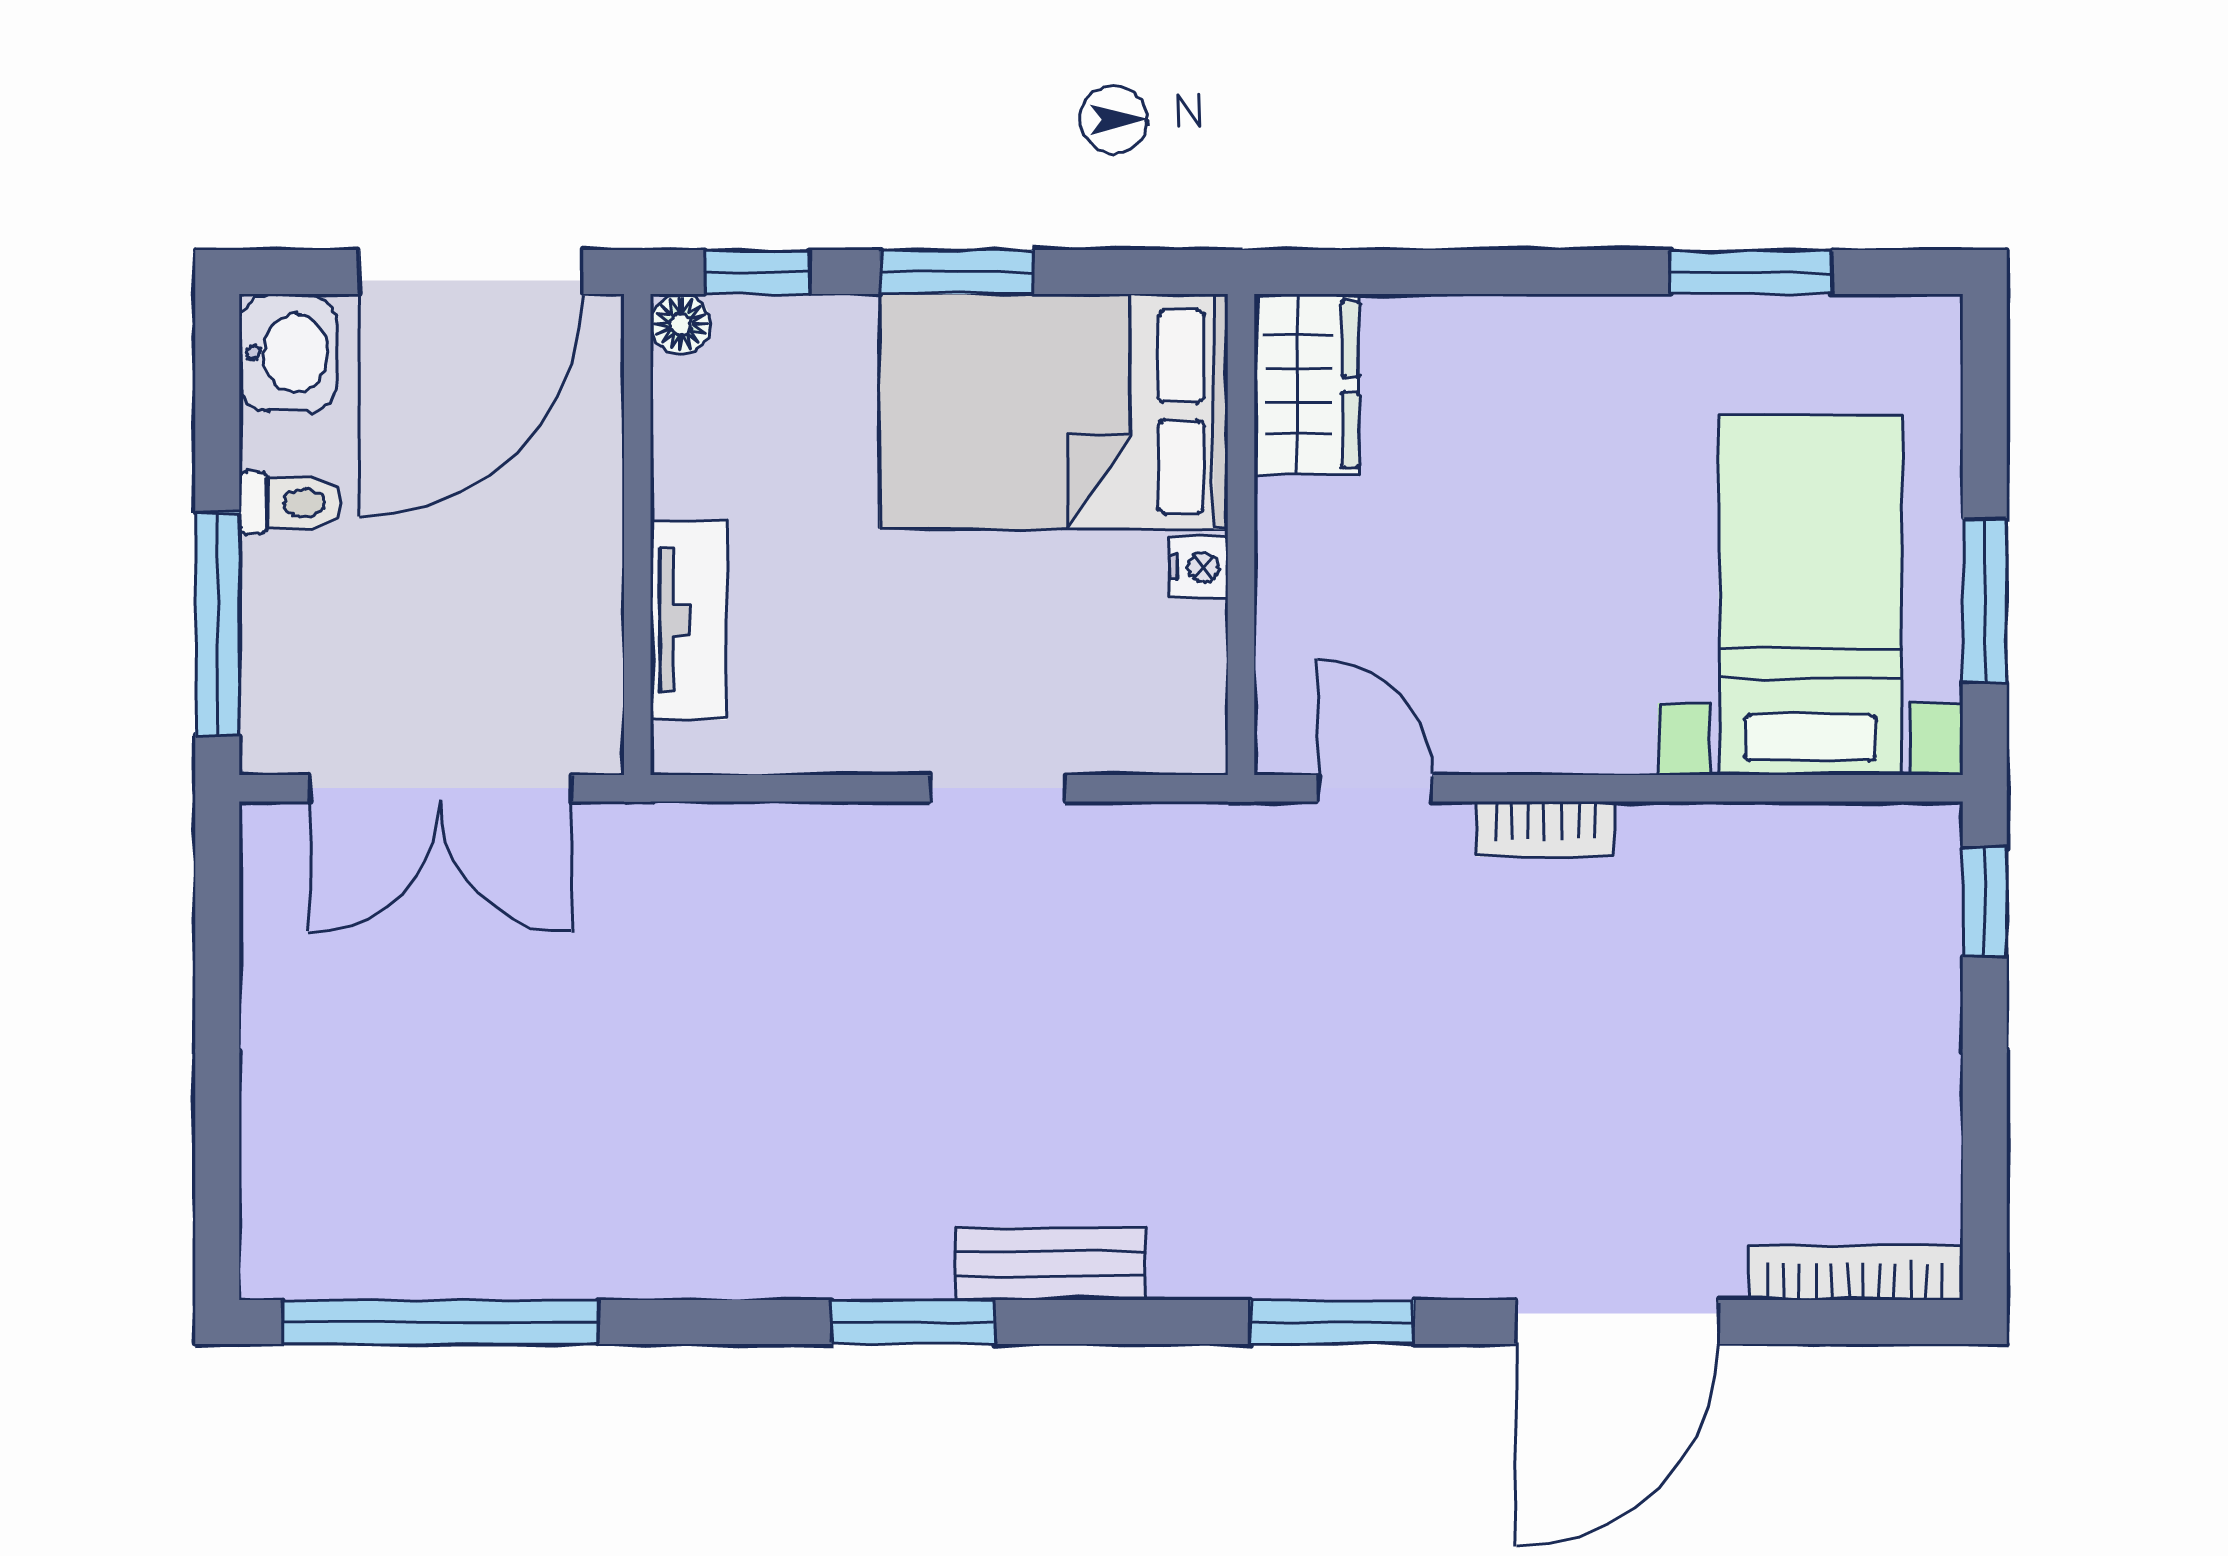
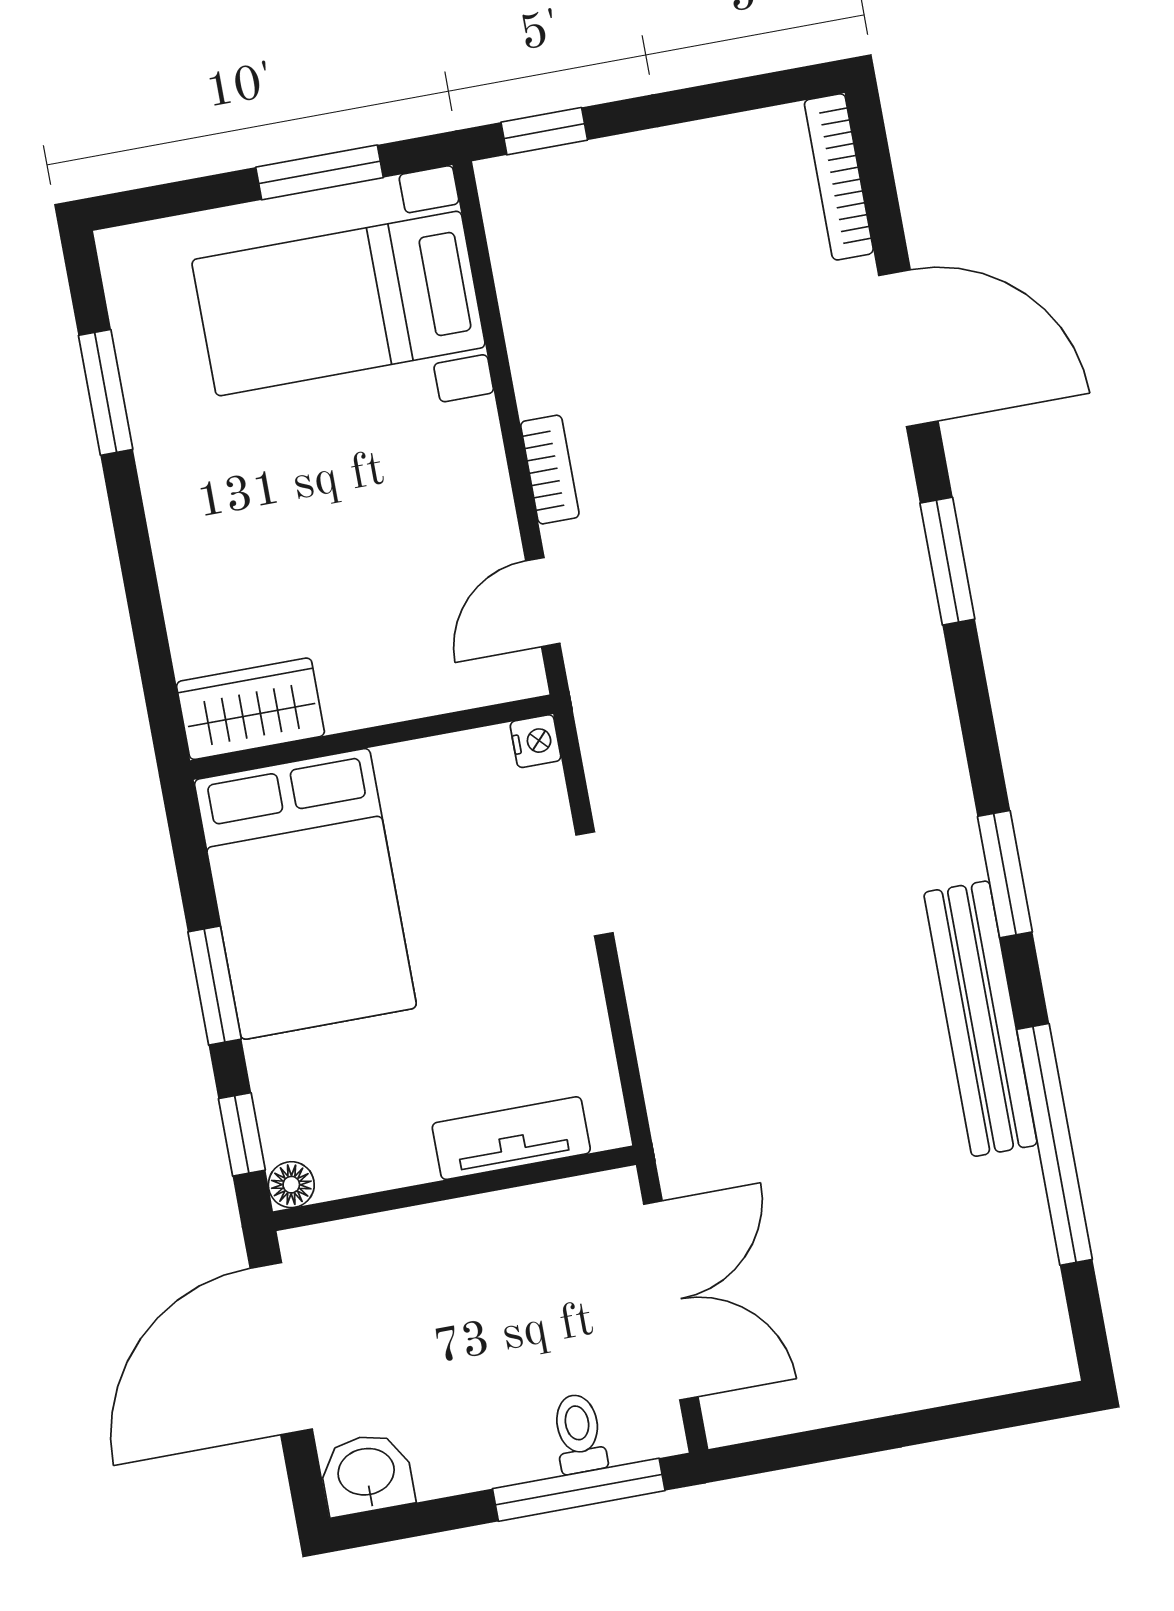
door: (471, 272) -> (281, 1349), swing flipped
toilet: (290, 503) -> (579, 1433), moved
nightstand: (1199, 567) -> (536, 741), moved, turned 90
bench: (1050, 1264) -> (980, 1019), moved, width x1.86, depth x1.21
window: (441, 1322) -> (1054, 1144), moved

